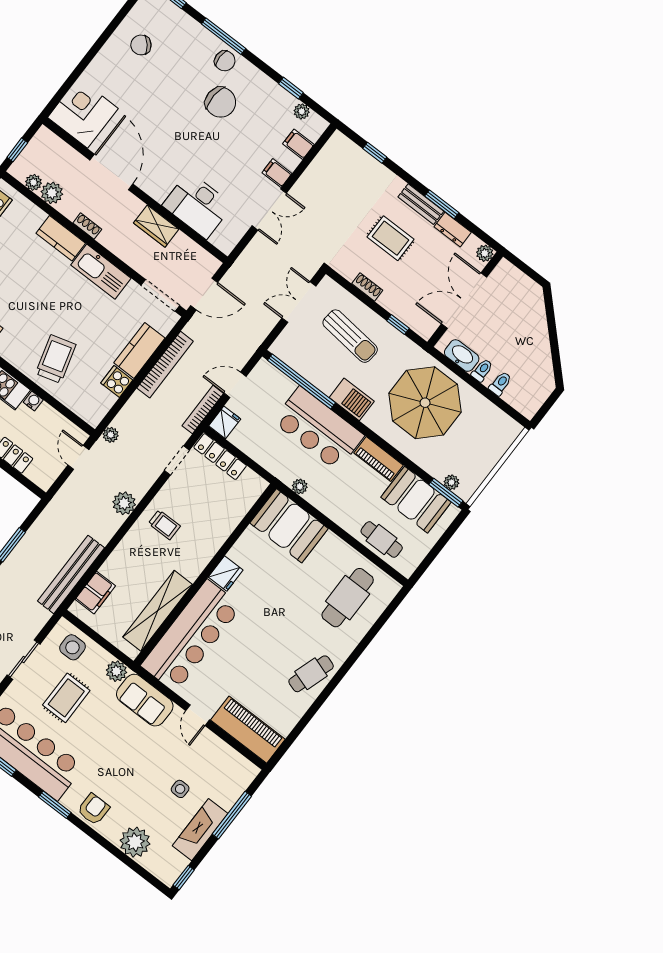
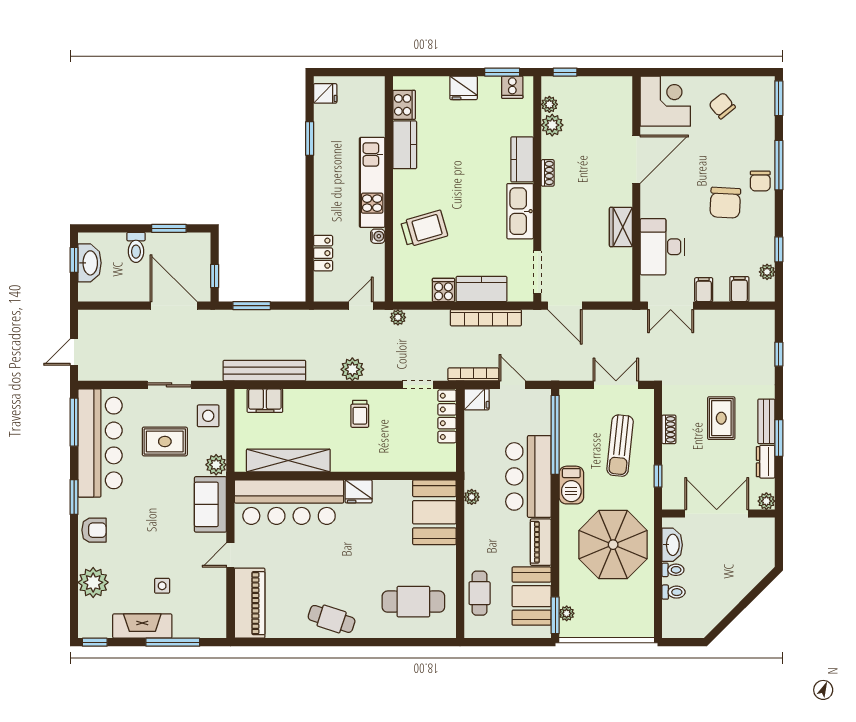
corner desk: (83, 113) -> (665, 101), moved
door: (111, 172) -> (636, 159), moved
wall: (135, 190) -> (636, 189), moved
desk: (197, 205) -> (662, 247), moved
wardrobe: (156, 226) -> (621, 227), moved

